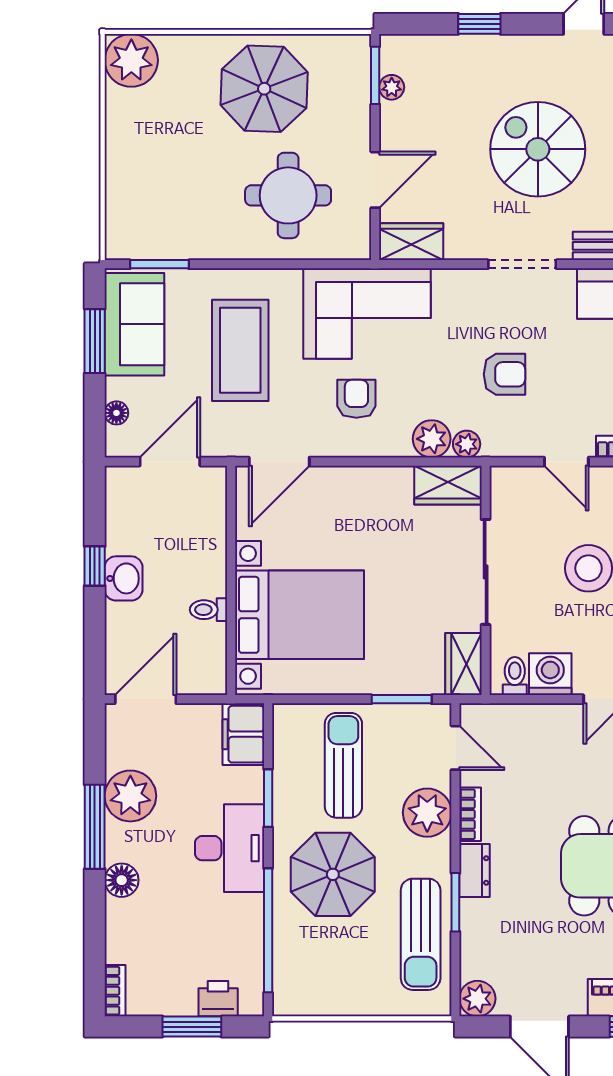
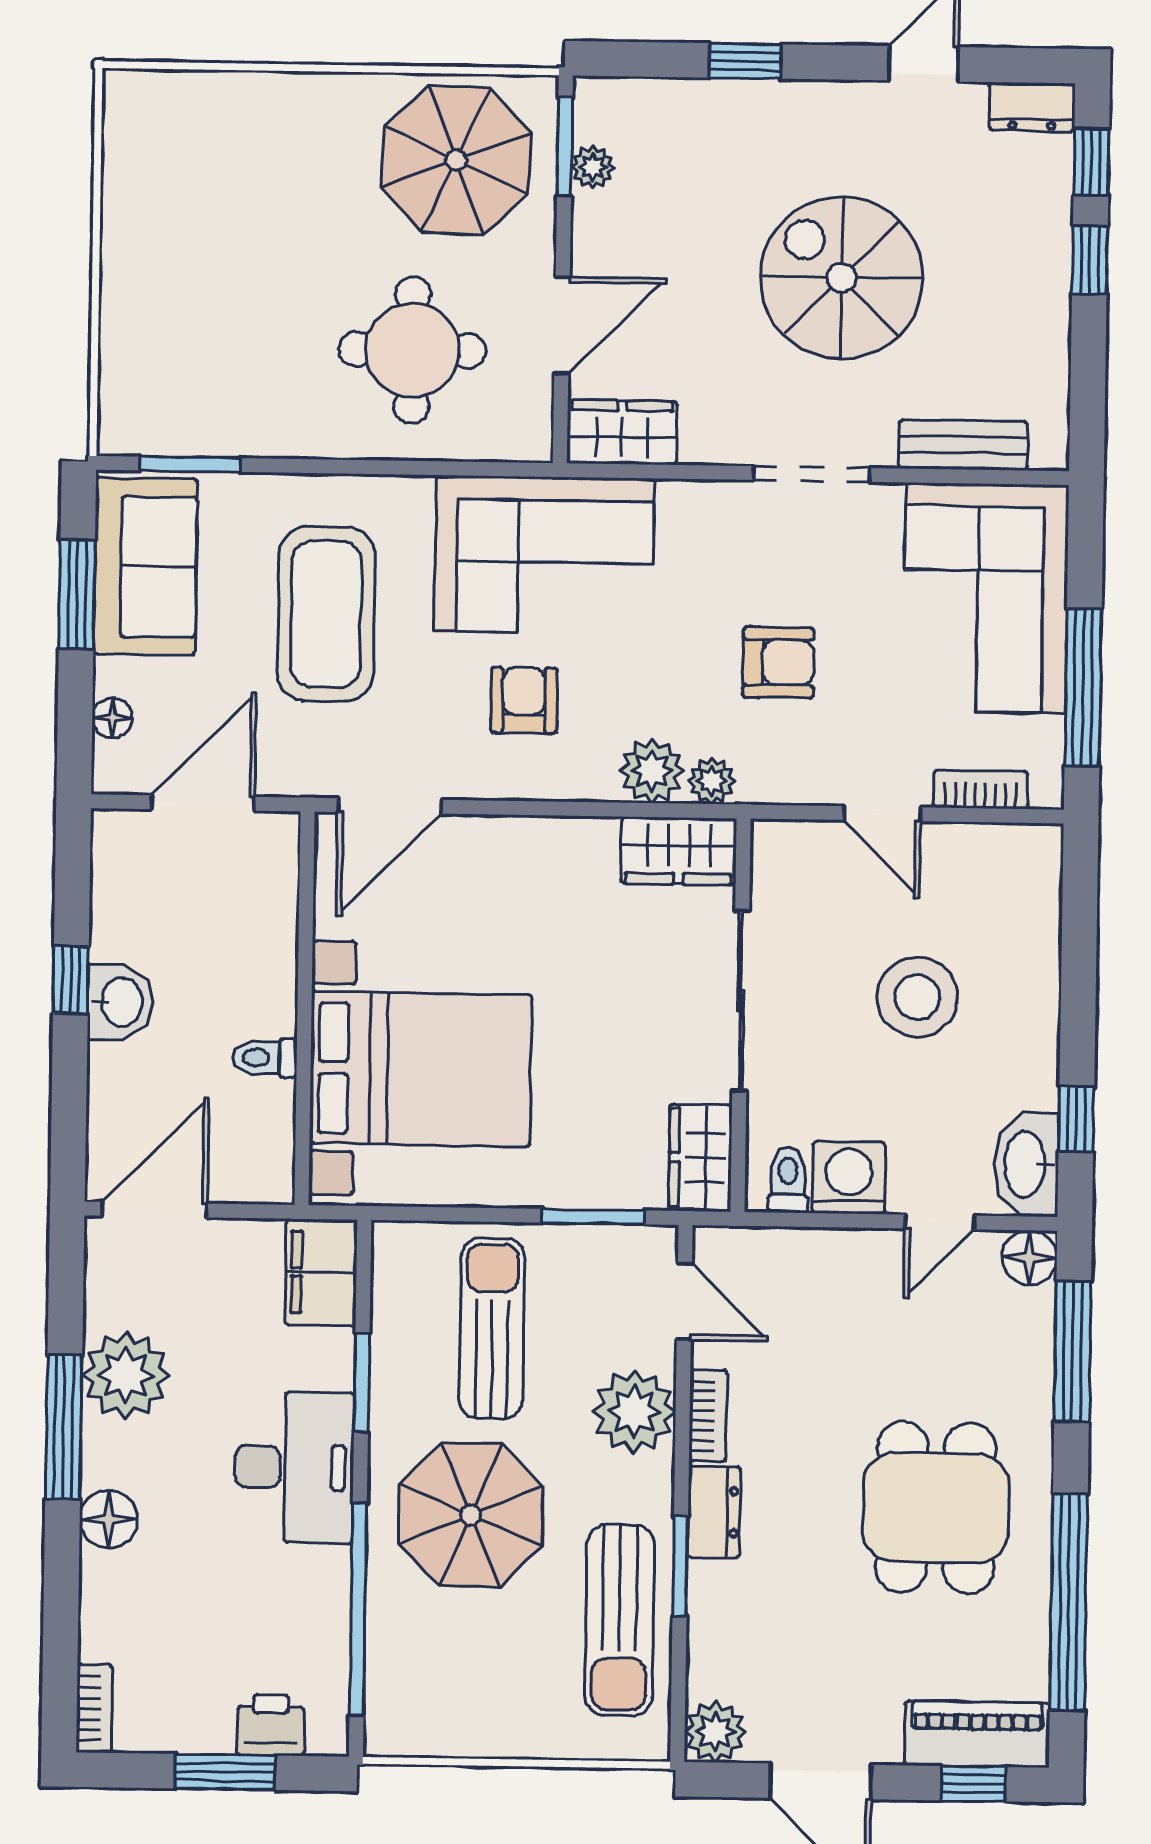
plant: (131, 60) -> (147, 114), removed
parasol: (264, 89) -> (456, 160), moved

